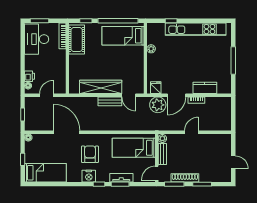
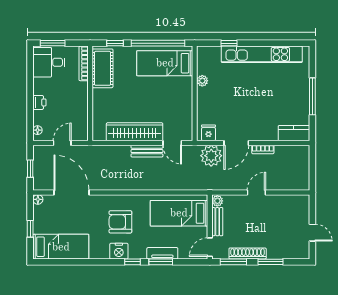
desk: (37, 39) -> (49, 62), width x0.73
printer: (29, 76) -> (39, 102), moved
kitchen counter: (205, 88) -> (294, 133), moved
door: (67, 132) -> (71, 192), moved
armchair: (90, 154) -> (120, 222), turned -90

